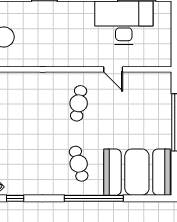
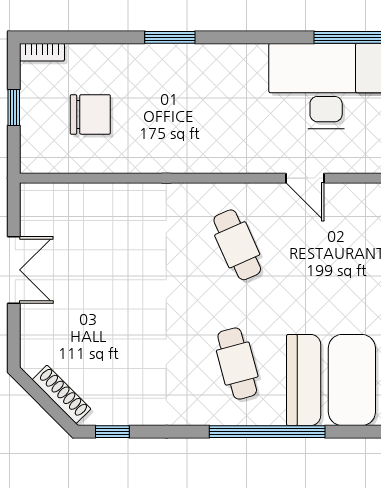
cafe table: (79, 103) -> (237, 245), turned -33

